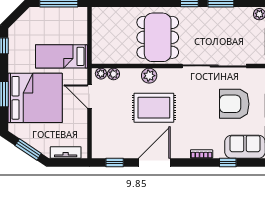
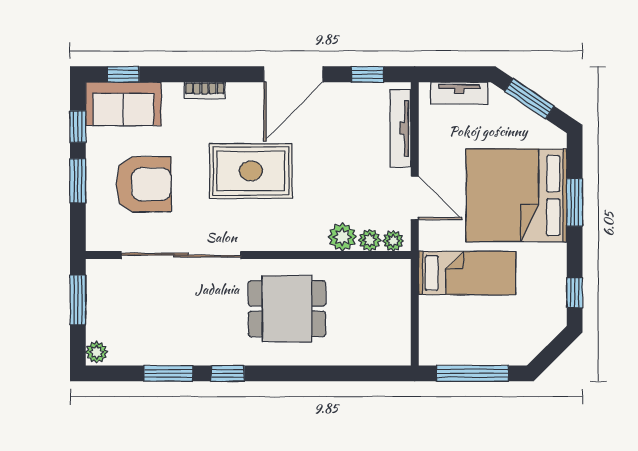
dining table: (158, 37) -> (287, 309), width x0.73
plant: (149, 76) -> (342, 237), moved
rug: (154, 108) -> (251, 171), moved
tv unit: (97, 134) -> (400, 128), added
window: (228, 163) -> (123, 74), moved

